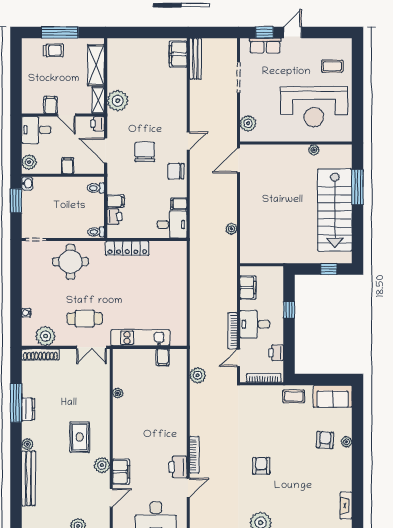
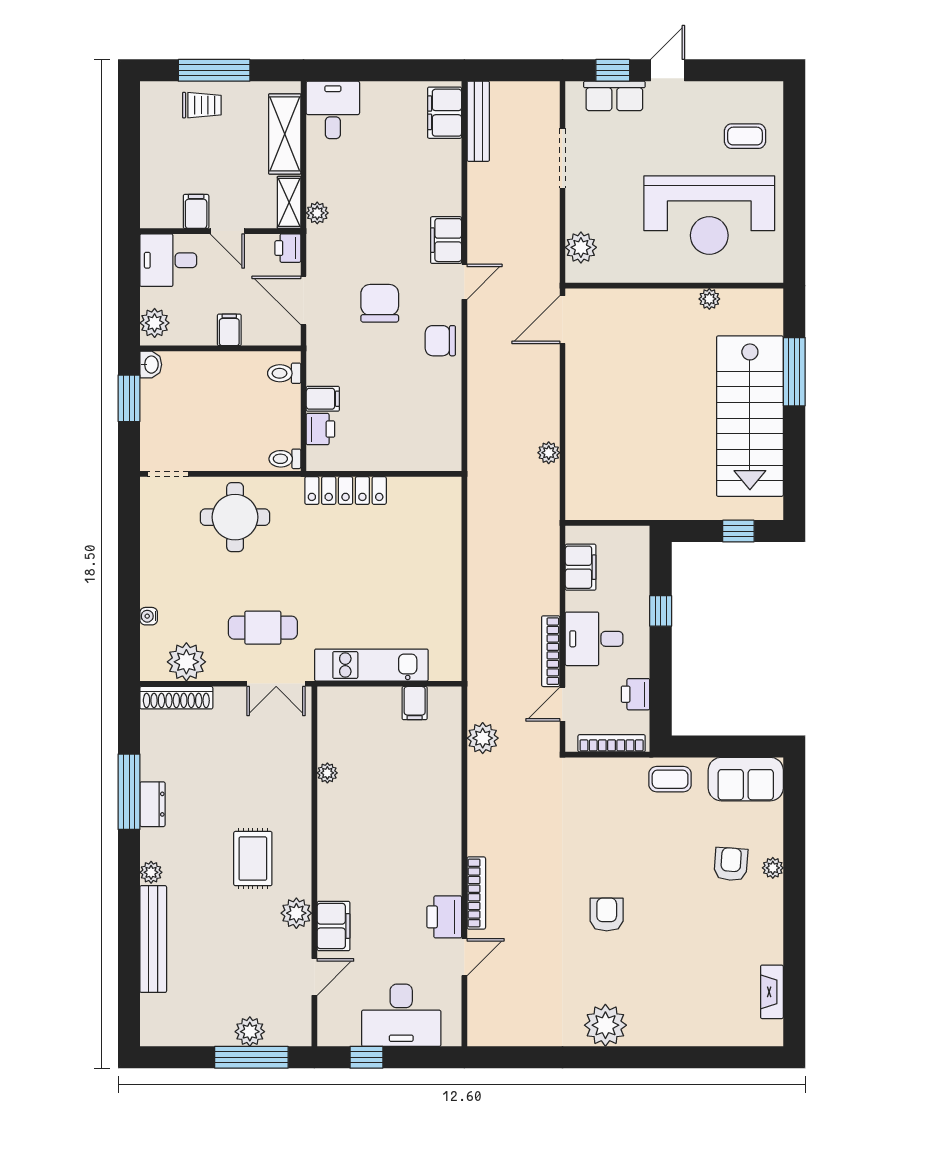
plant: (118, 101) -> (317, 213), width x0.53, depth x0.53
filing cabinet: (179, 204) -> (446, 240), moved, width x2.00
desk: (172, 225) -> (333, 110), moved, turned -90

